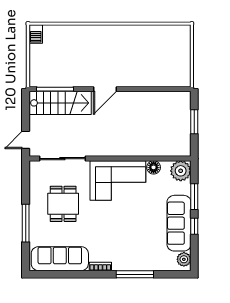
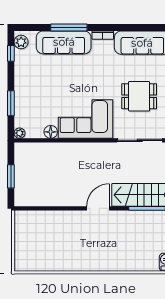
plant: (181, 171) -> (20, 133), width x0.53, depth x0.53
dining table: (63, 204) -> (139, 96), turned 90
sofa: (179, 223) -> (64, 42), moved, turned 90
window: (194, 226) -> (11, 53), moved

